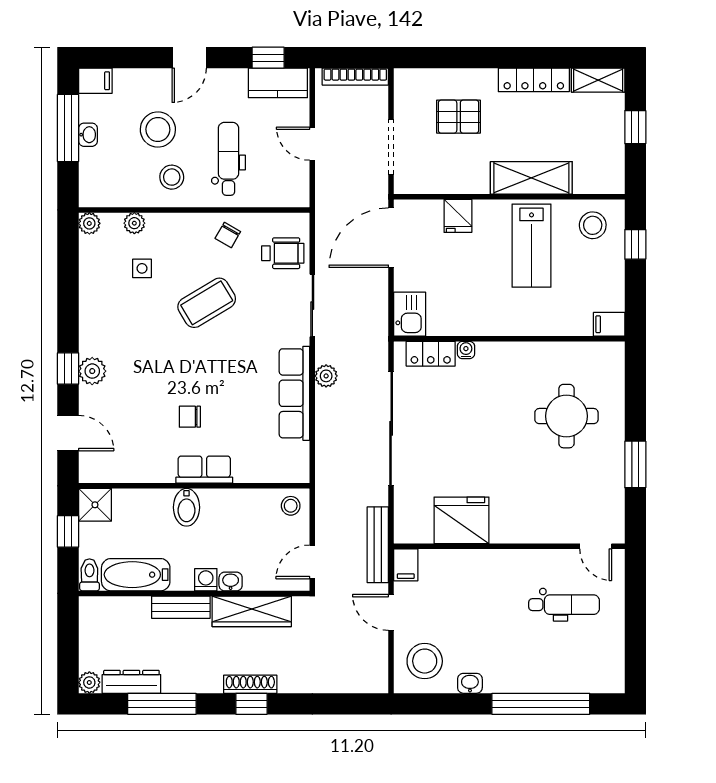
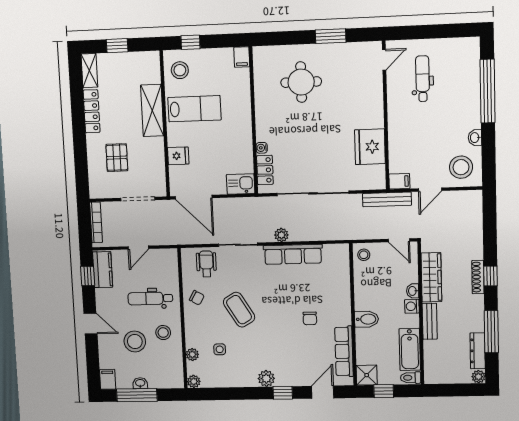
plant: (92, 371) -> (266, 378), moved
row of seats: (204, 470) -> (344, 351), moved, width x1.48

